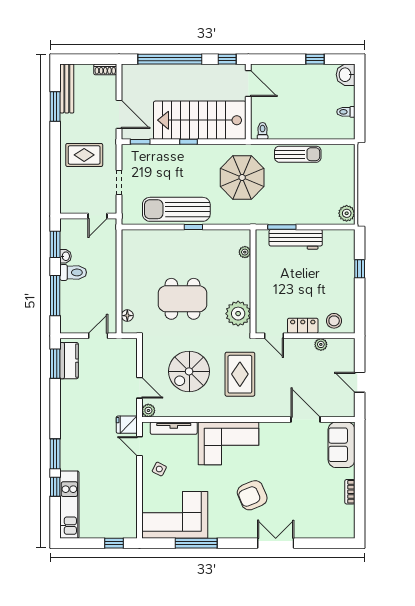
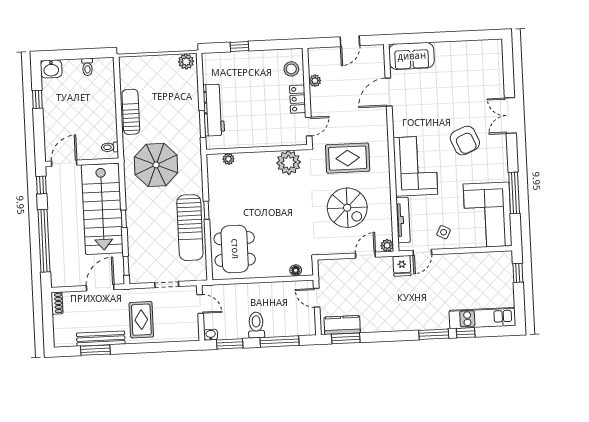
bench: (67, 88) -> (101, 339), moved
washbasin: (65, 256) -> (211, 335), moved
dining table: (182, 299) -> (235, 249), moved
bookcase: (350, 492) -> (457, 46), removed

